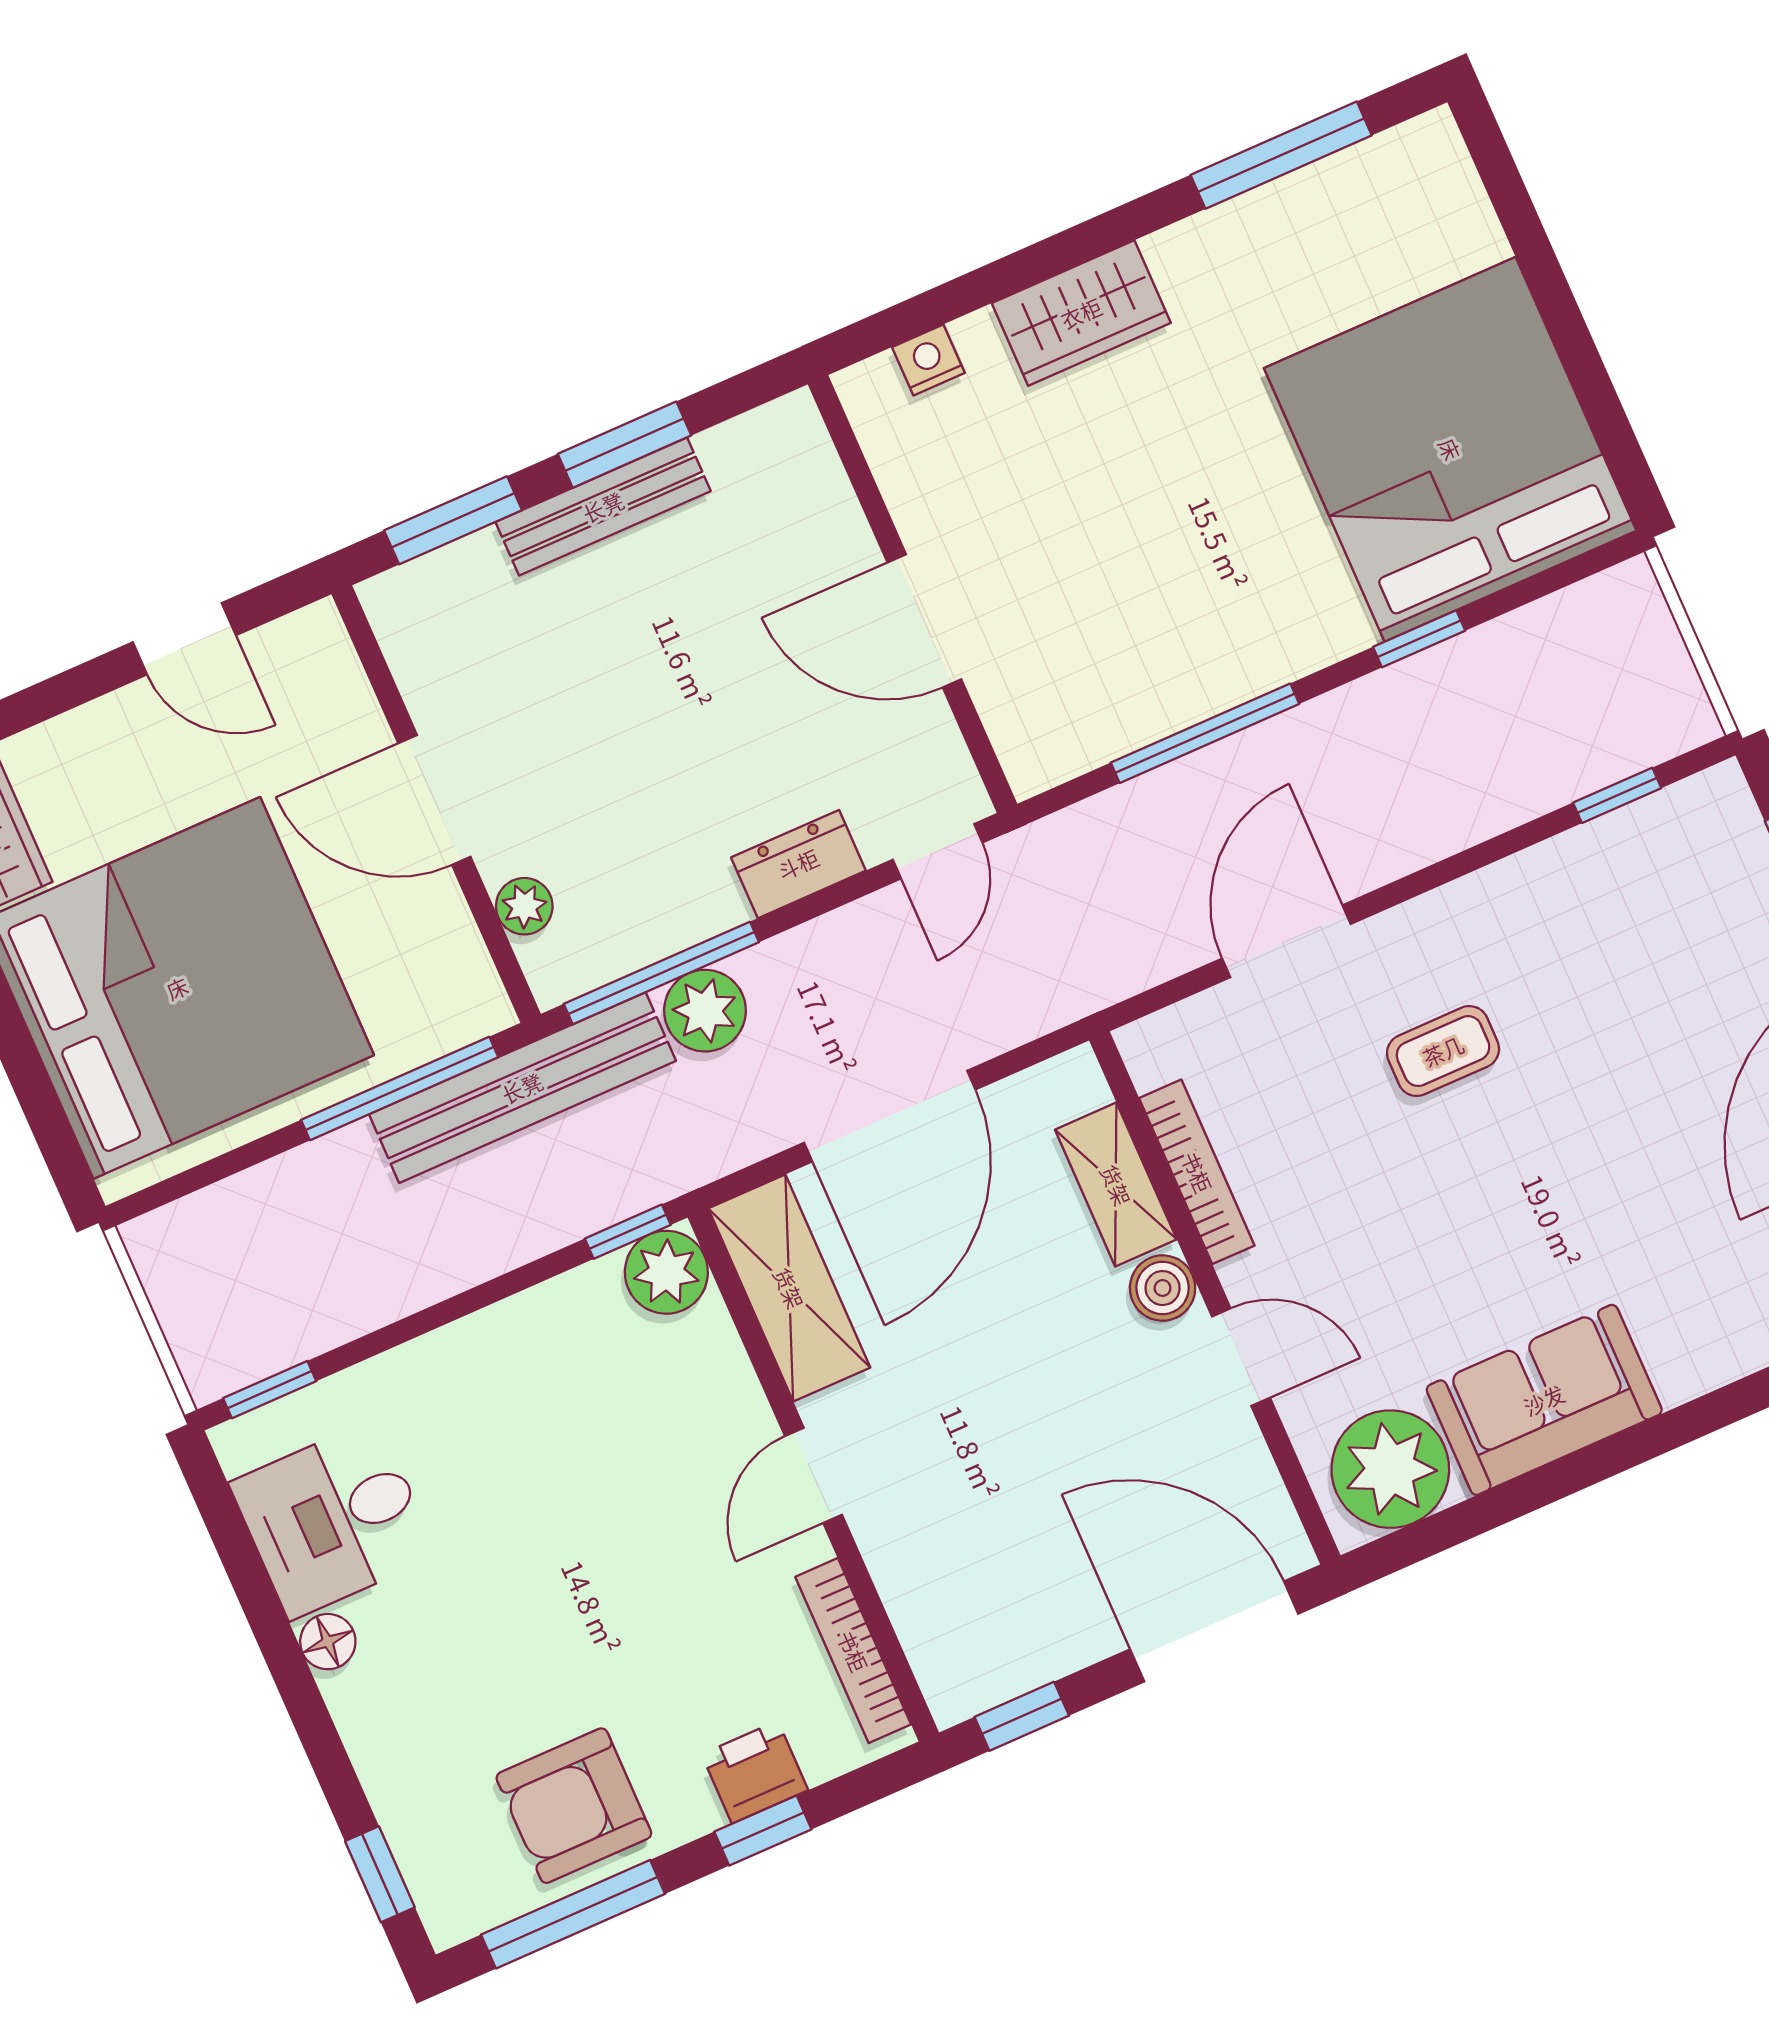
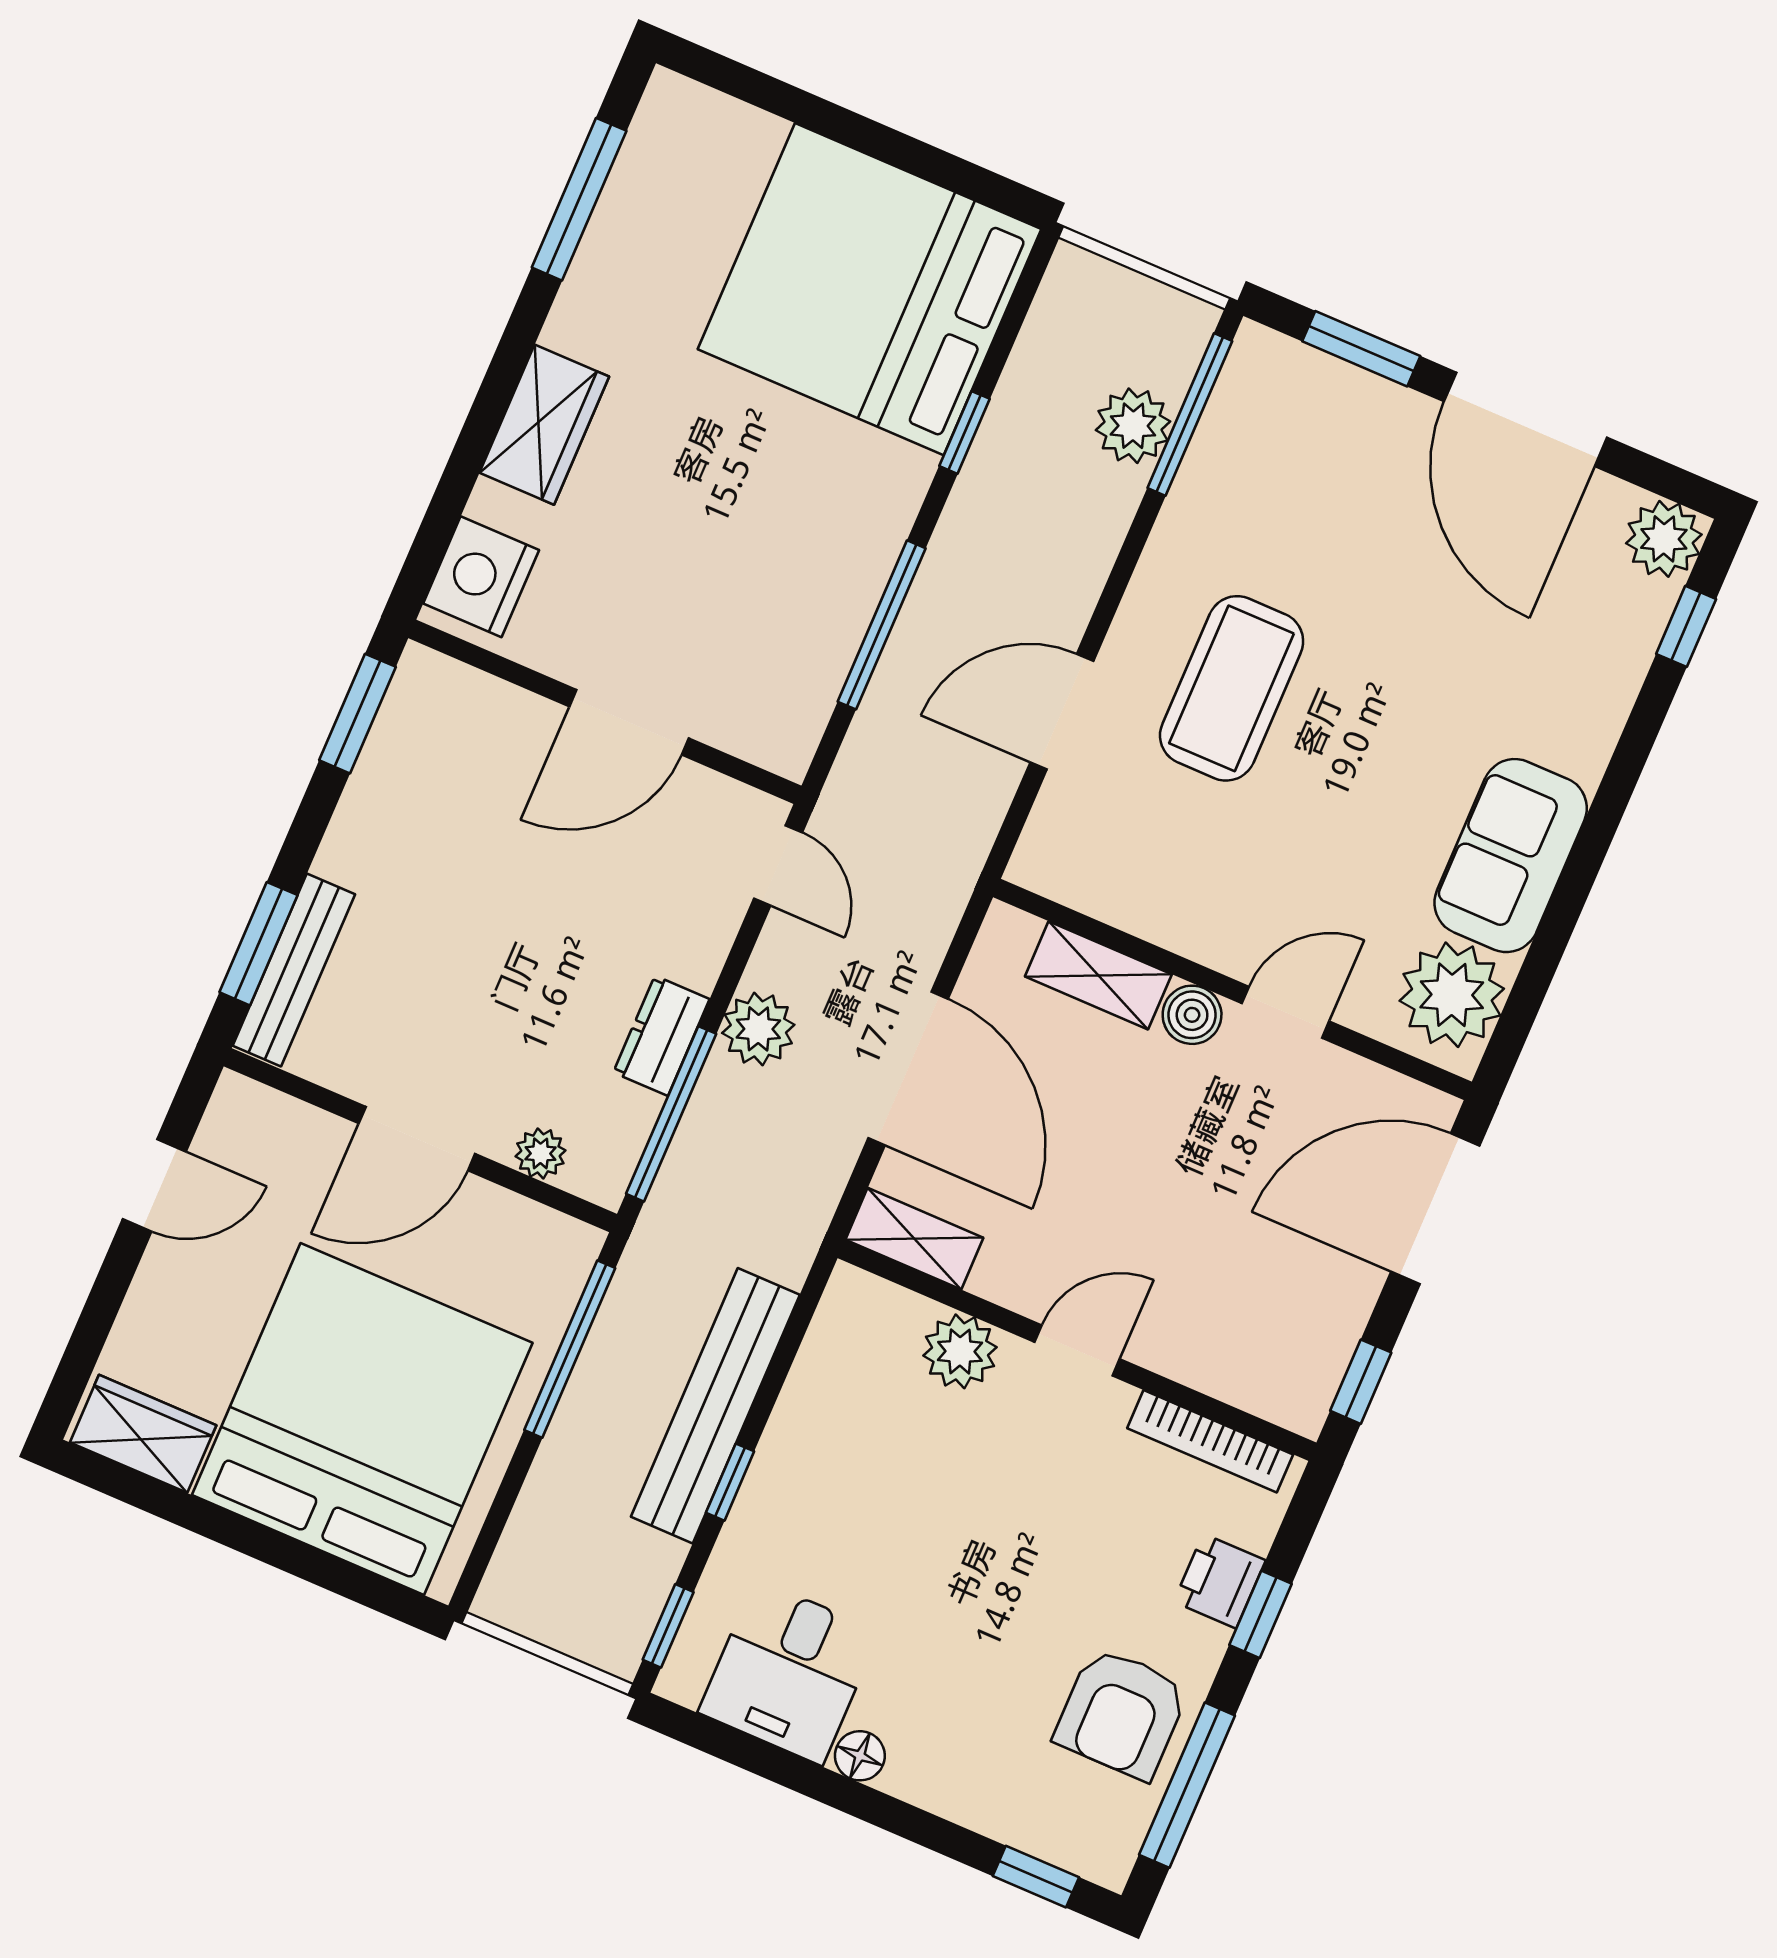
nightstand: (928, 360) -> (481, 577), width x1.89, depth x1.79
window: (625, 445) -> (358, 714), moved
bench: (603, 507) -> (294, 970), moved
plant: (1562, 761) -> (1133, 426), added
window: (1617, 795) -> (1190, 414), width x2.17
dresser: (798, 864) -> (661, 1036), moved
door: (1286, 941) -> (1062, 712), hinge flipped
plant: (705, 1011) -> (758, 1029), moved
coffee table: (1443, 1051) -> (1232, 688), width x1.86, depth x1.72
bench: (522, 1088) -> (715, 1406), moved
bookcase: (1197, 1172) -> (1144, 918), removed
window: (628, 1232) -> (730, 1482), moved
plant: (666, 1272) -> (960, 1351), moved
shelving: (789, 1288) -> (914, 1239), width x0.67, depth x0.75
door: (814, 1475) -> (1077, 1350), swing flipped

